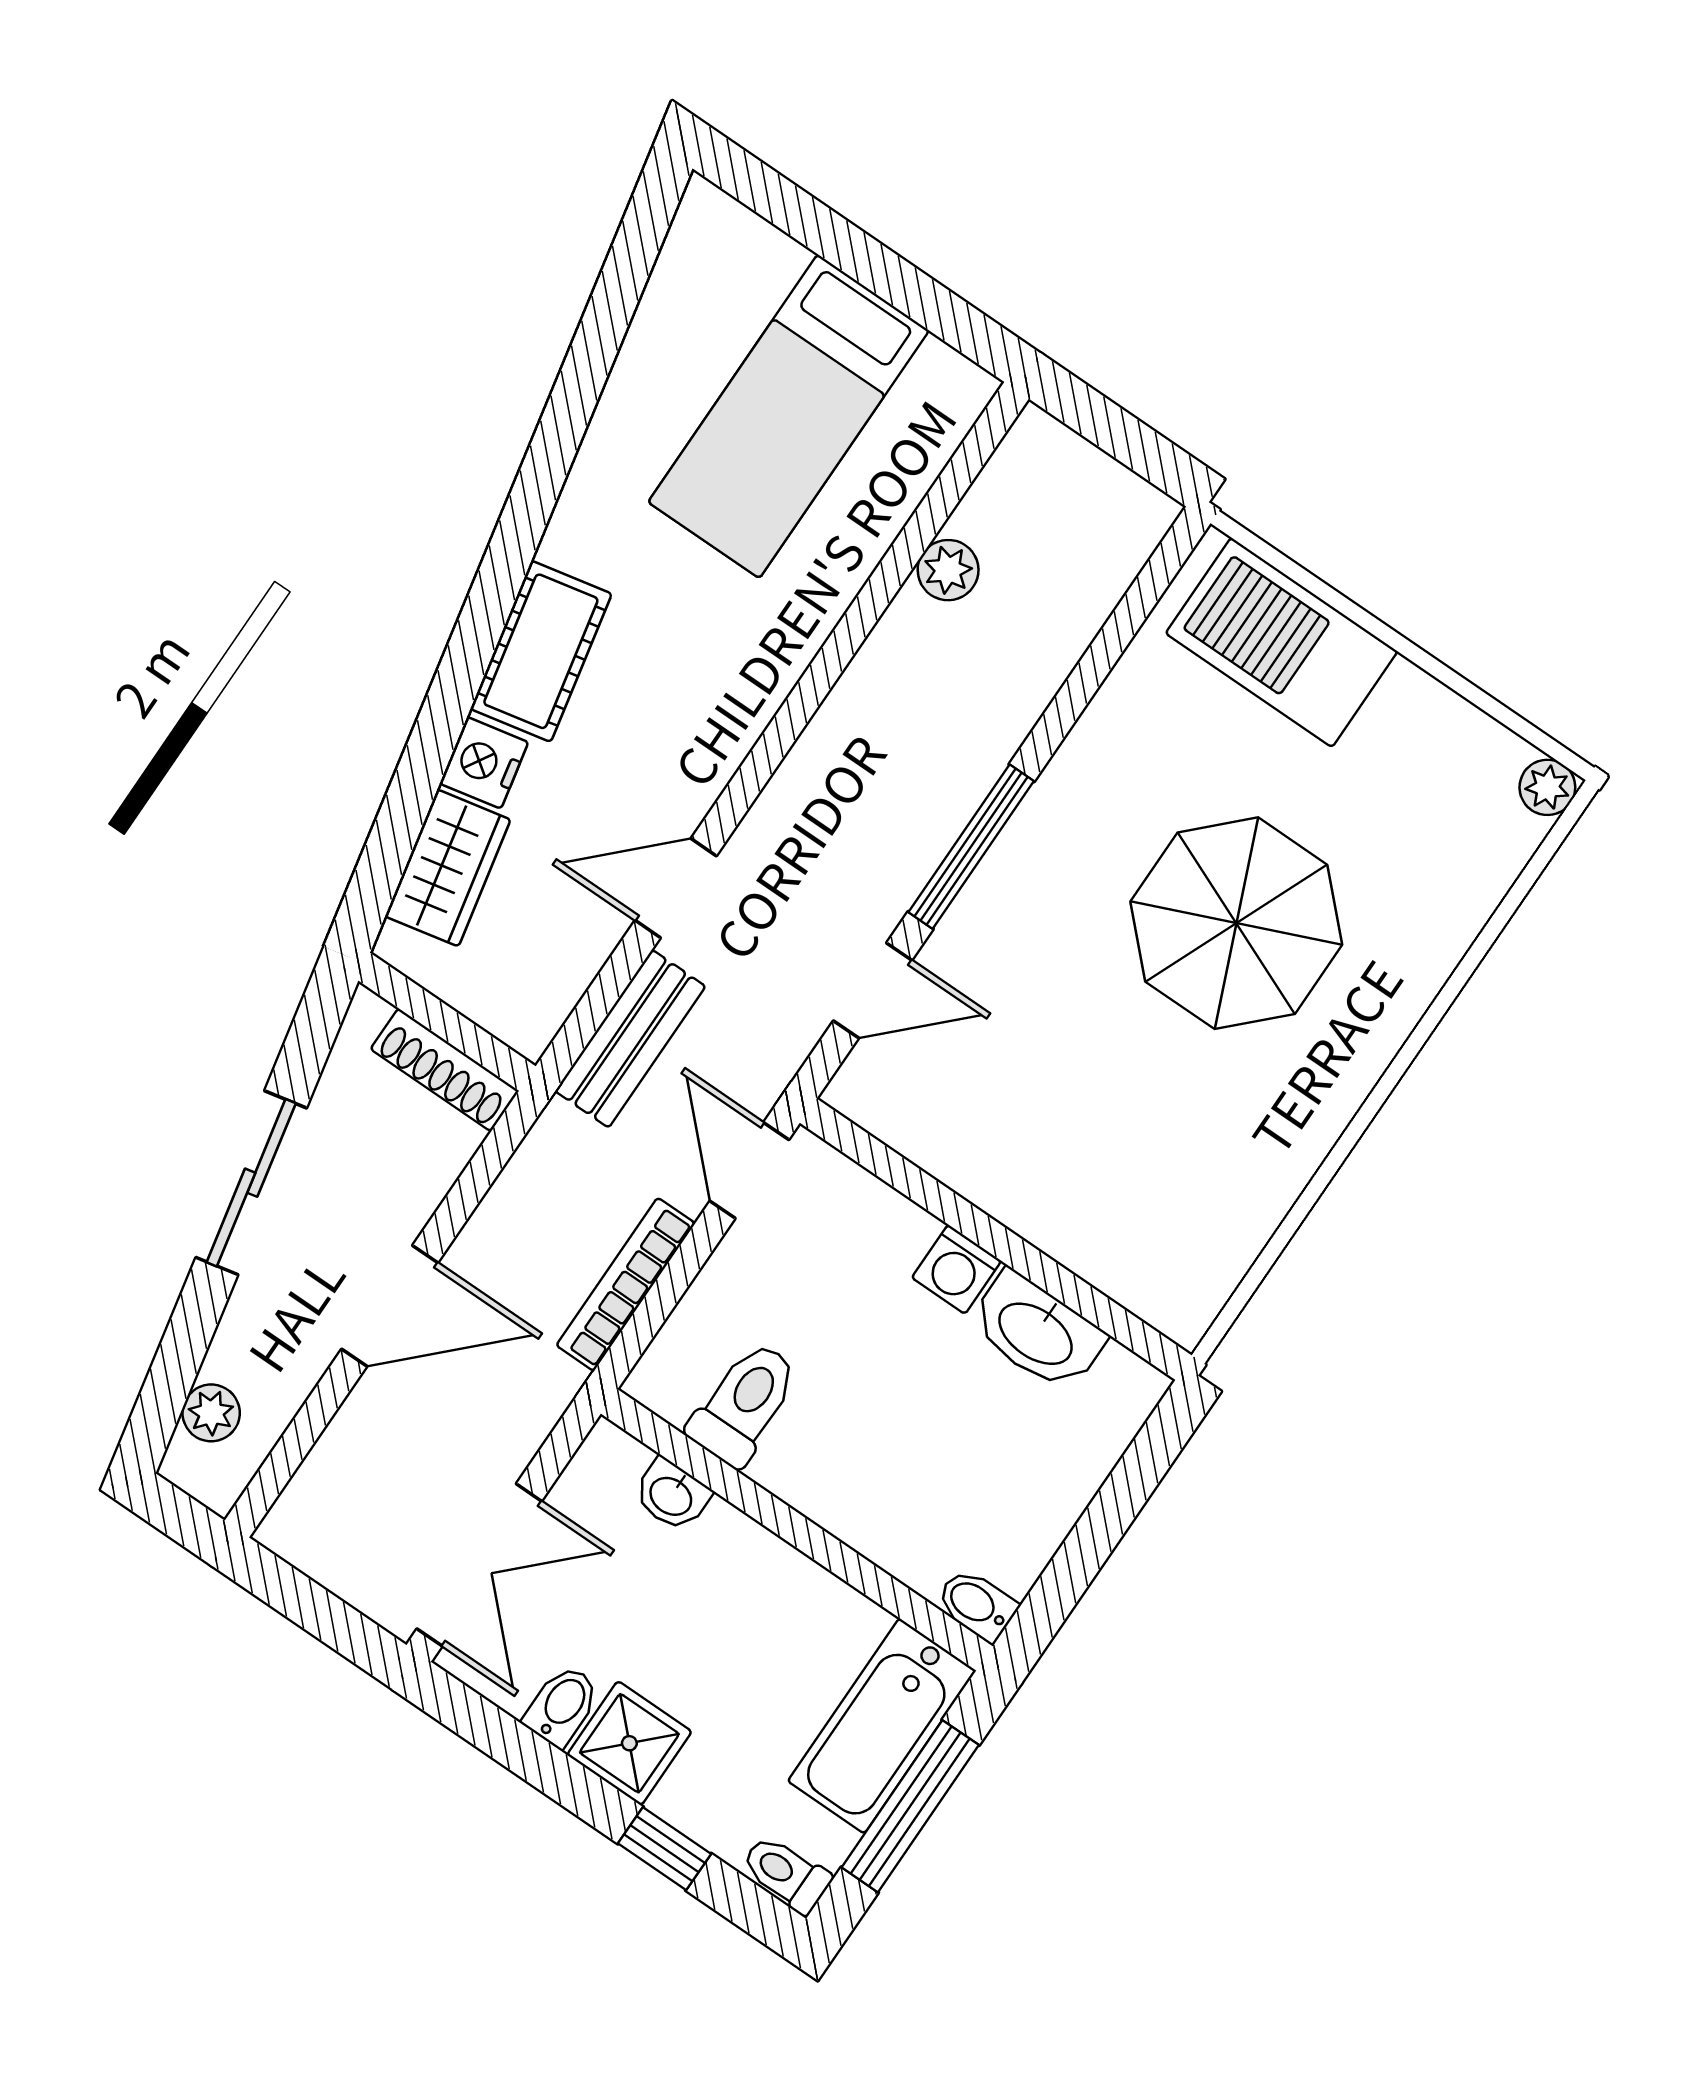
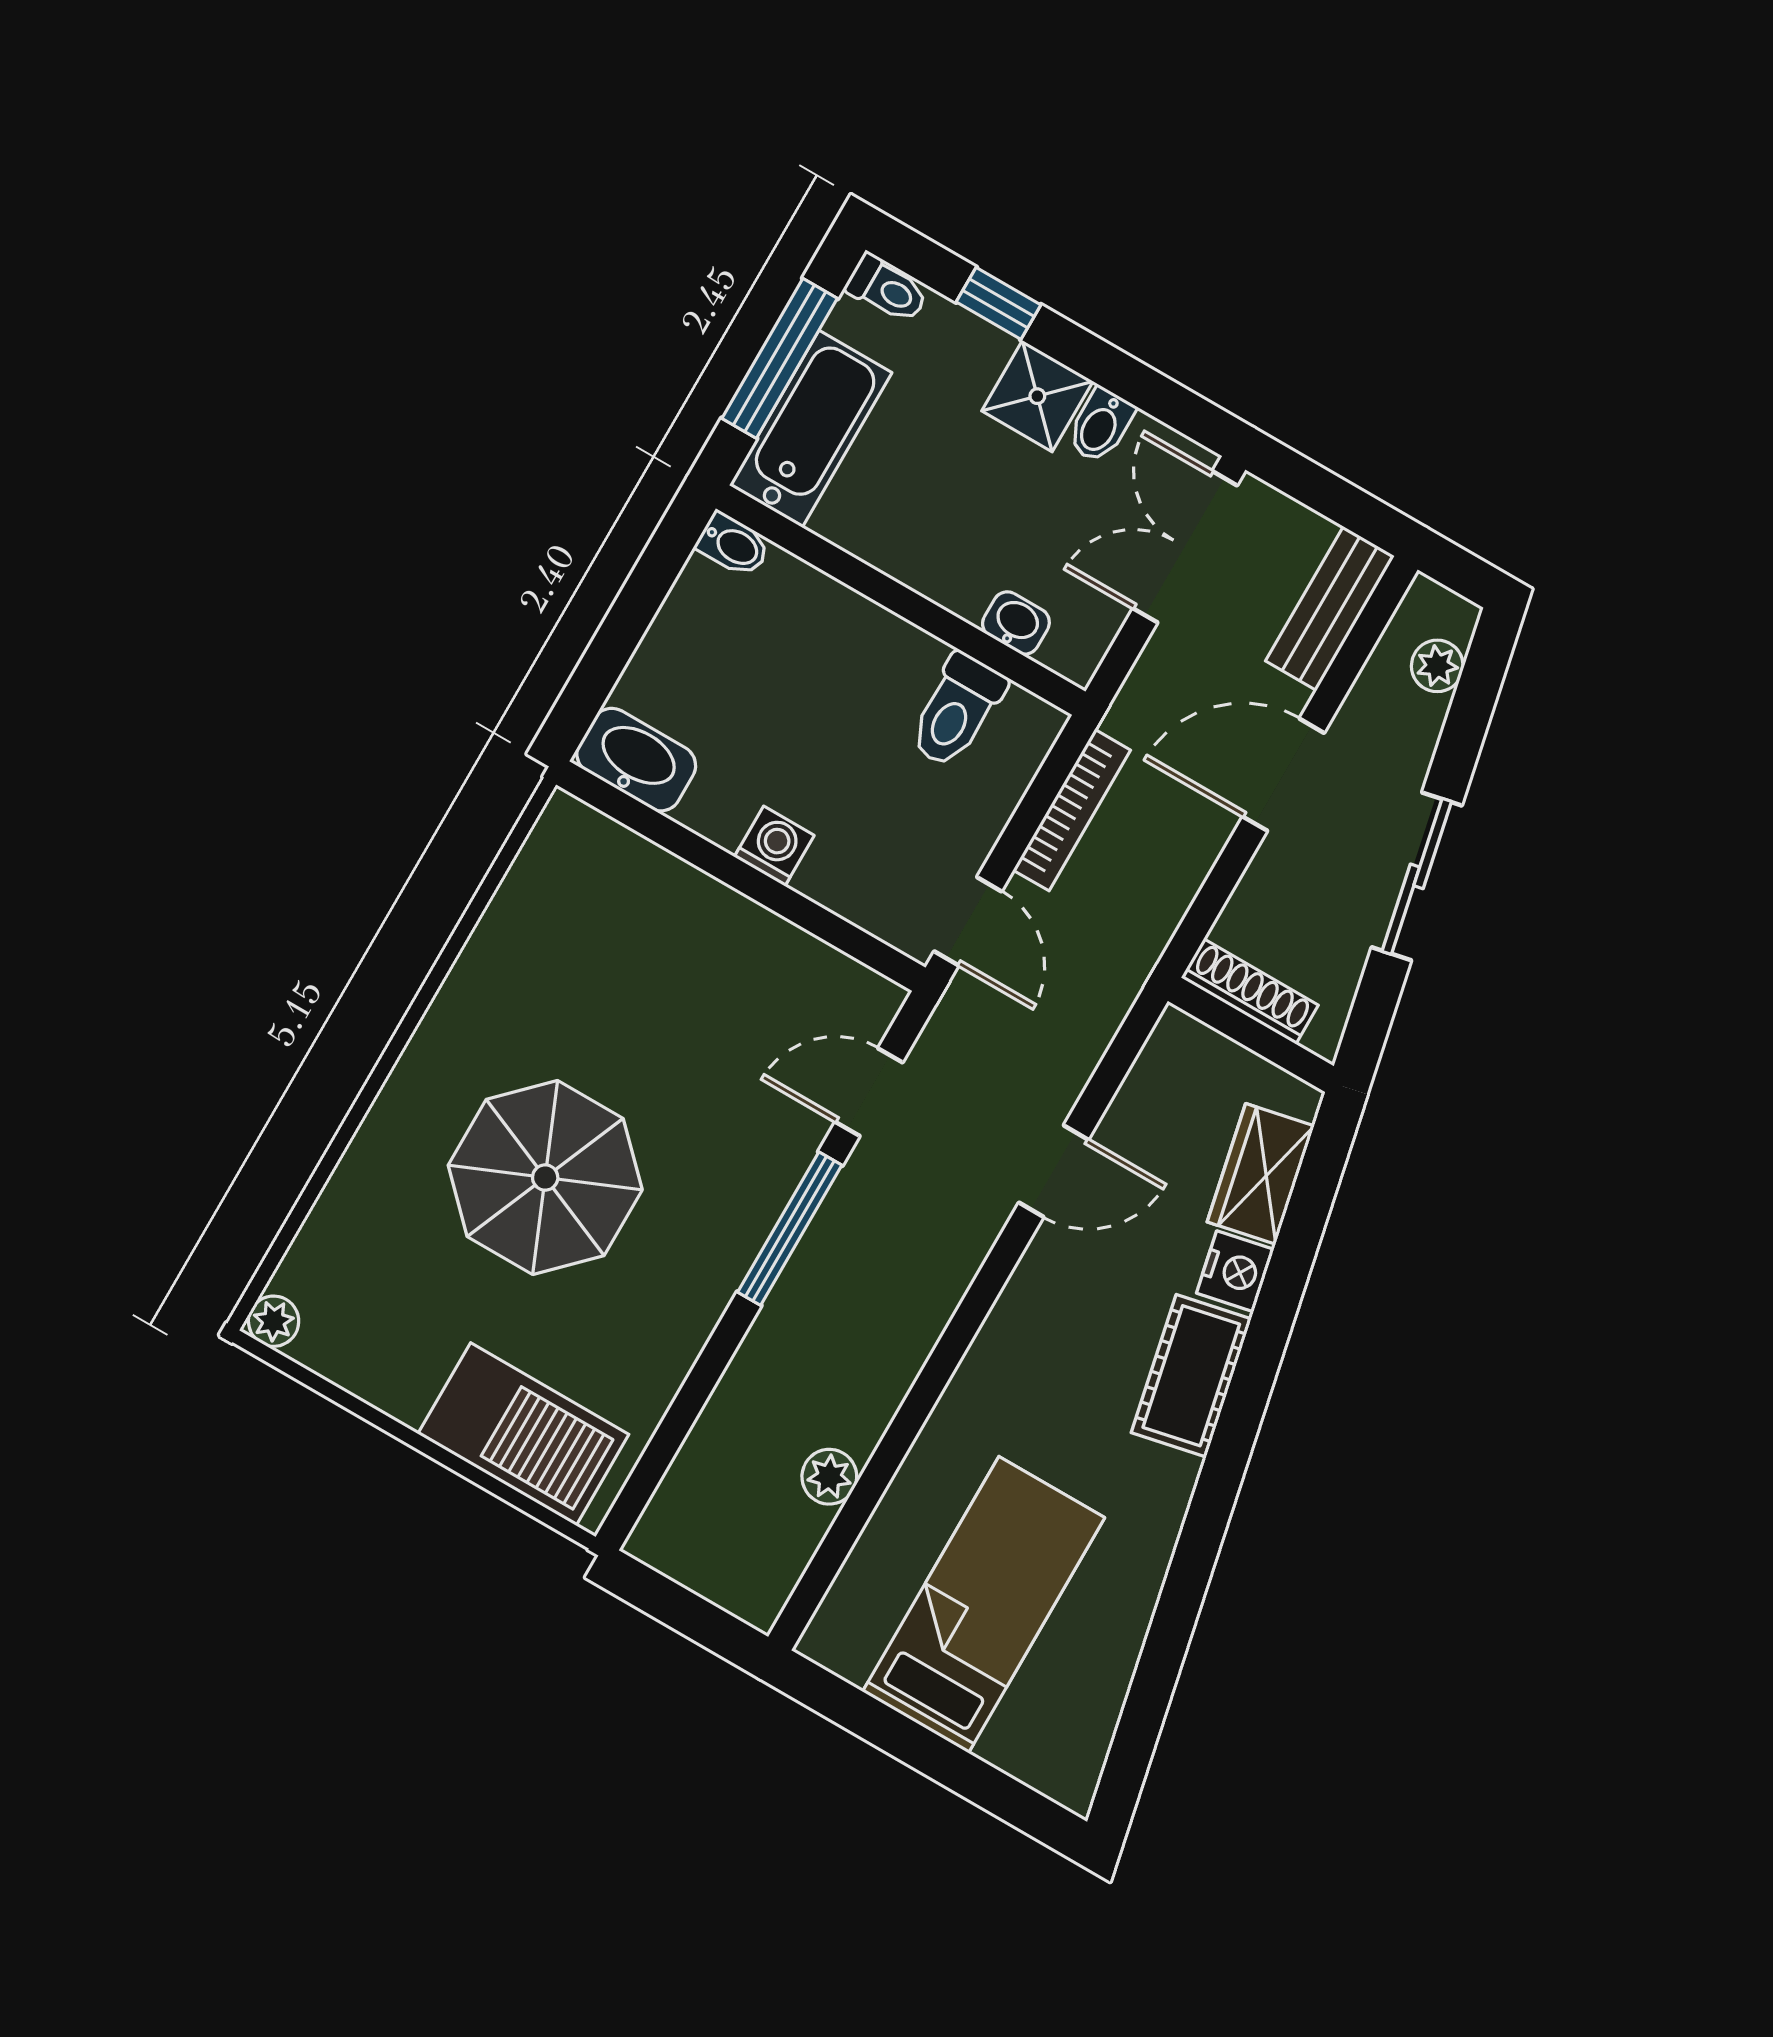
bench: (630, 1039) -> (1330, 608), moved
washbasin: (1037, 1332) -> (636, 760), moved

